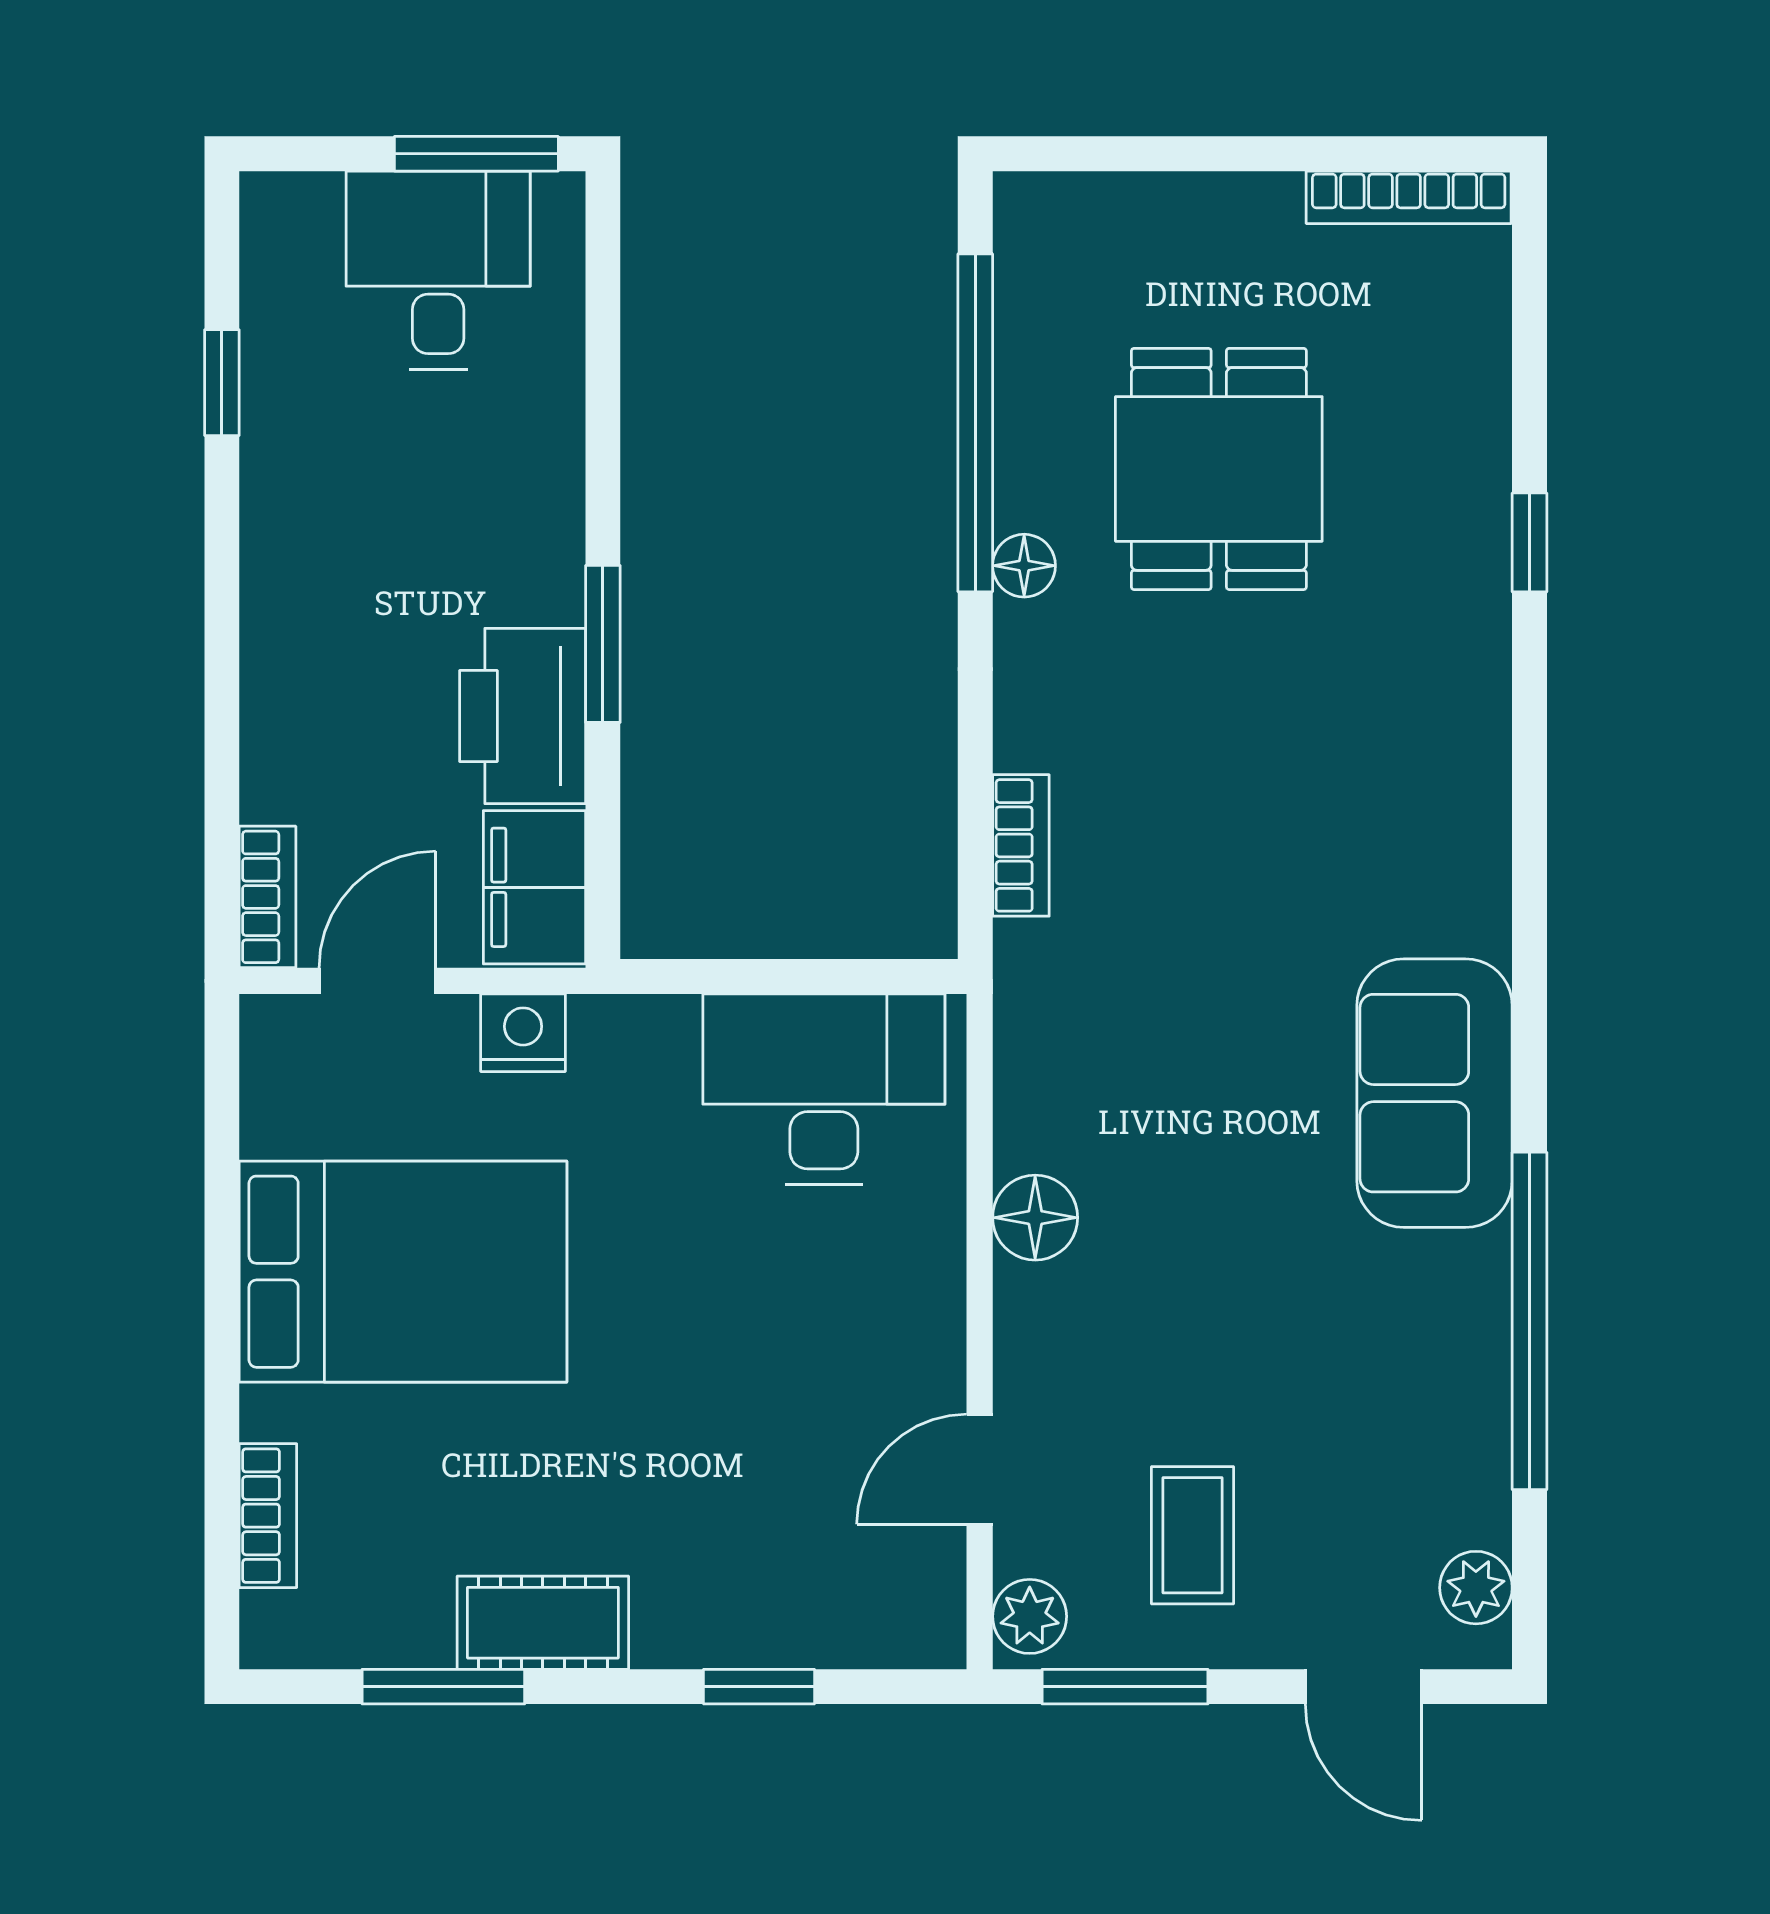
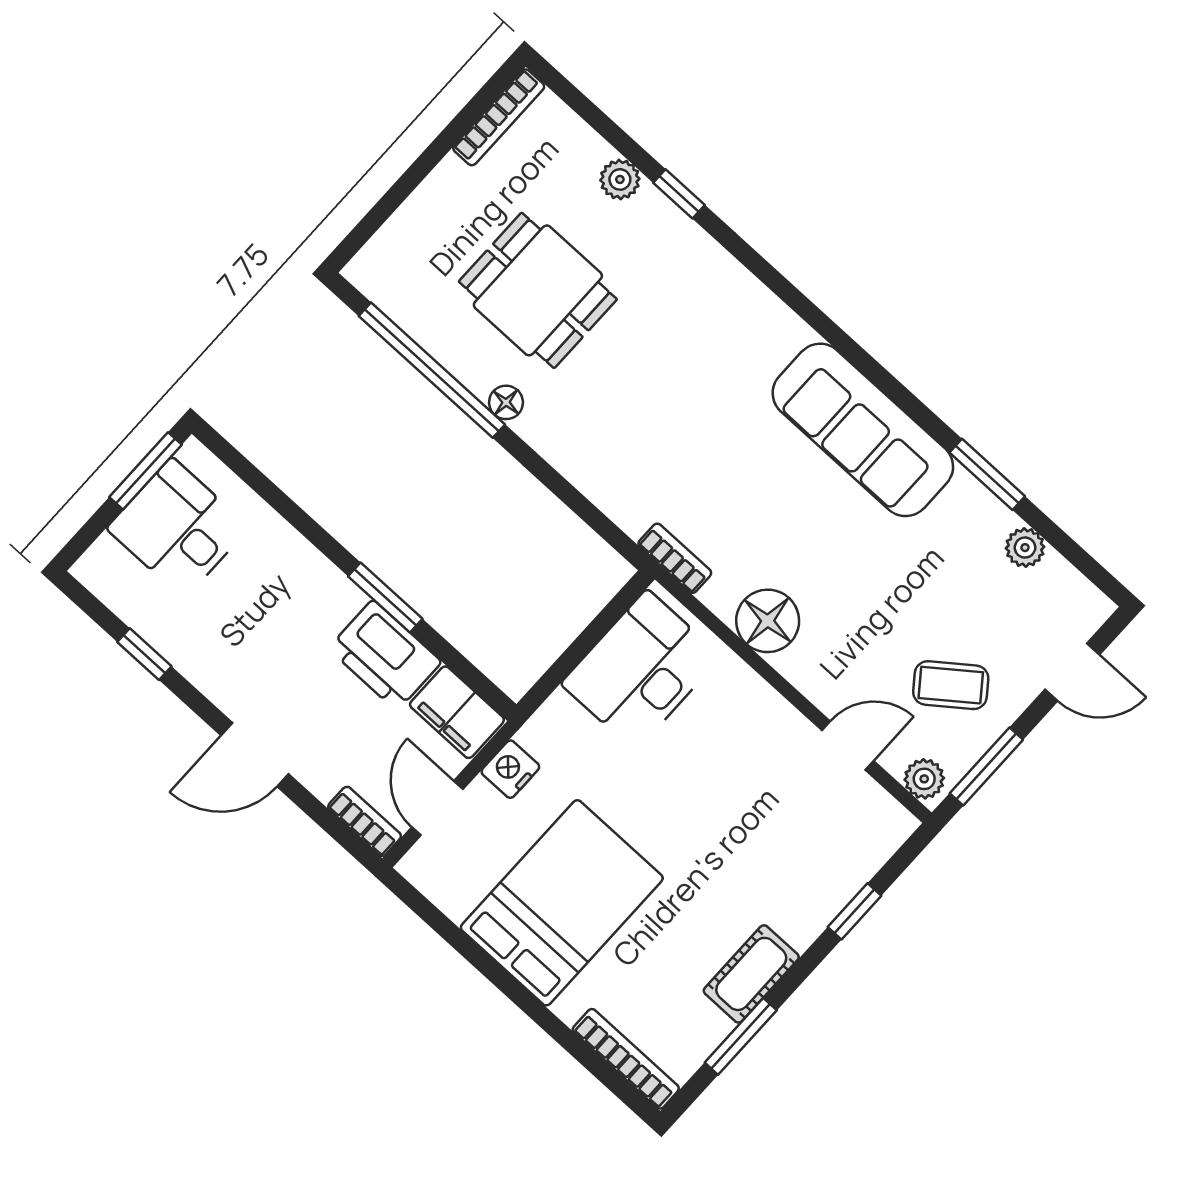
plant: (1475, 443) -> (620, 179), added
door: (222, 661) -> (255, 755), added
bookcase: (1021, 845) -> (675, 558), moved
sofa: (1435, 1093) -> (863, 430), width x1.36
floor lamp: (1035, 1218) -> (768, 621), width x1.38, depth x1.38
window: (1530, 1321) -> (987, 474), width x0.47
door: (980, 1469) -> (848, 746), swing flipped
bookcase: (268, 1516) -> (626, 1059), width x1.56
coffee table: (1193, 1535) -> (951, 685), turned -37
plant: (1476, 1588) -> (1025, 548), moved

